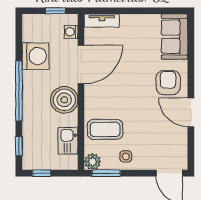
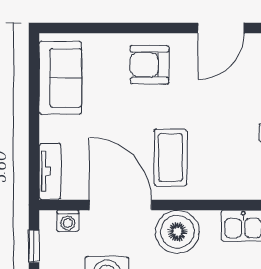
sofa: (175, 37) -> (60, 78), moved, turned -90
door: (191, 112) -> (221, 28), moved
coffee table: (105, 129) -> (170, 157), moved

